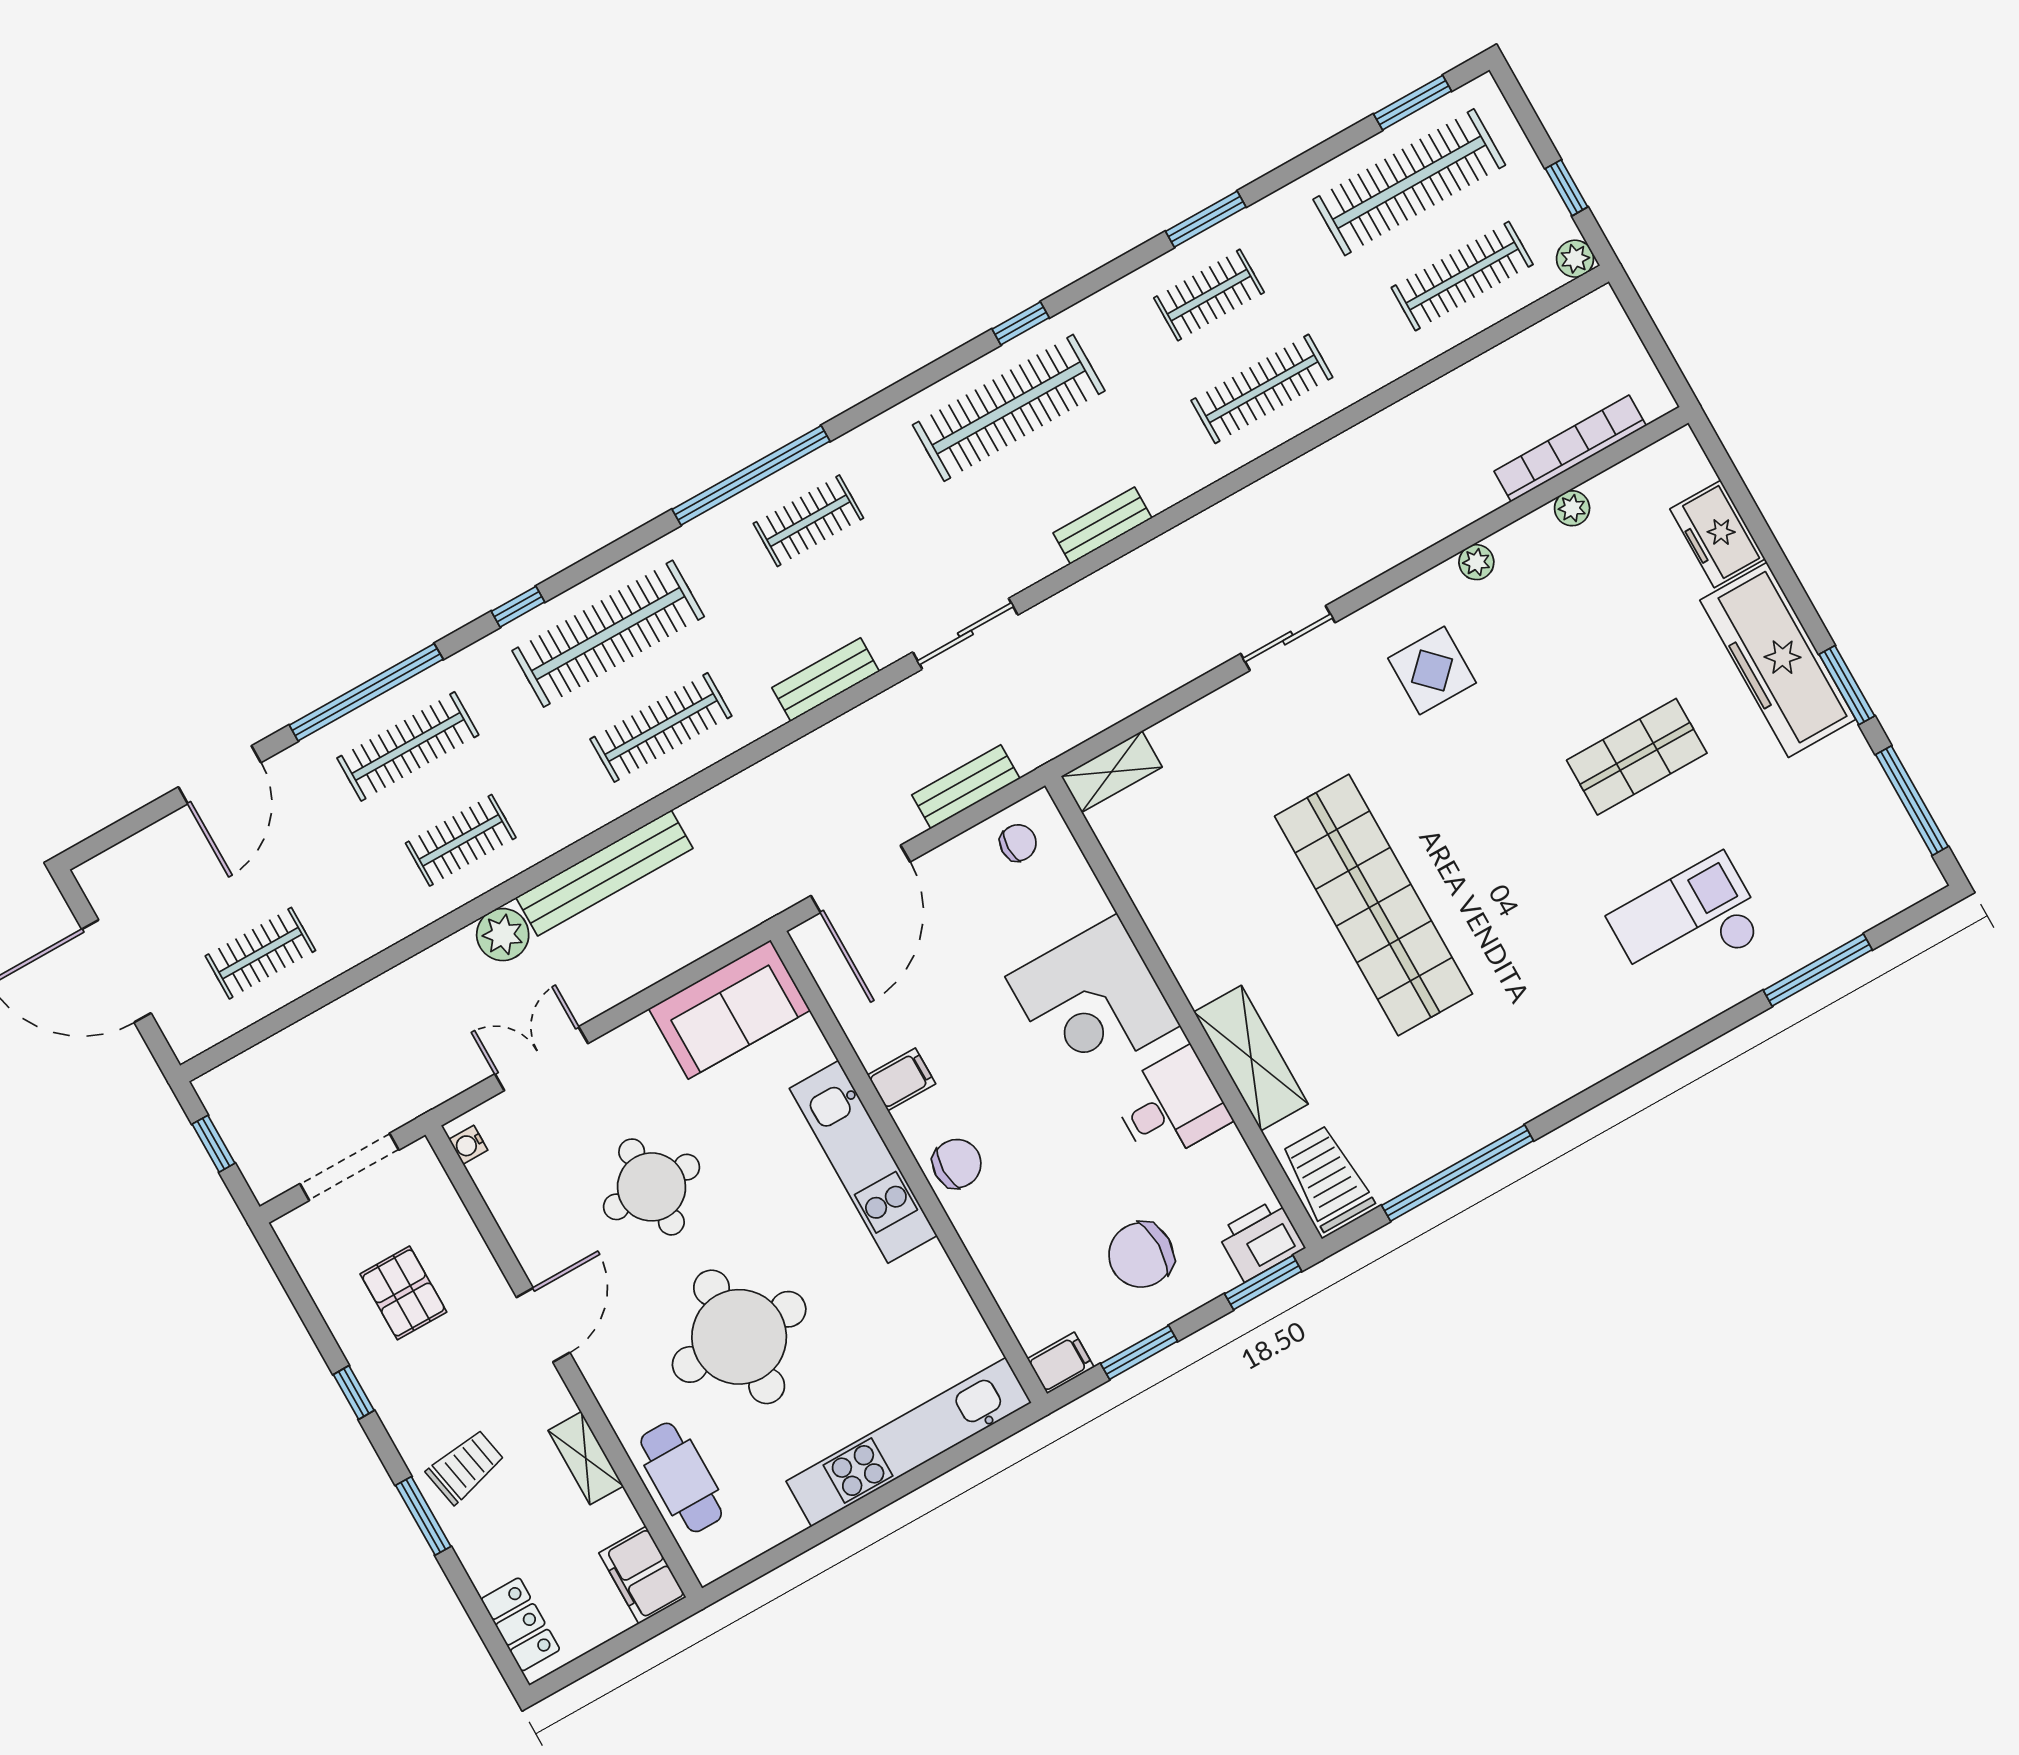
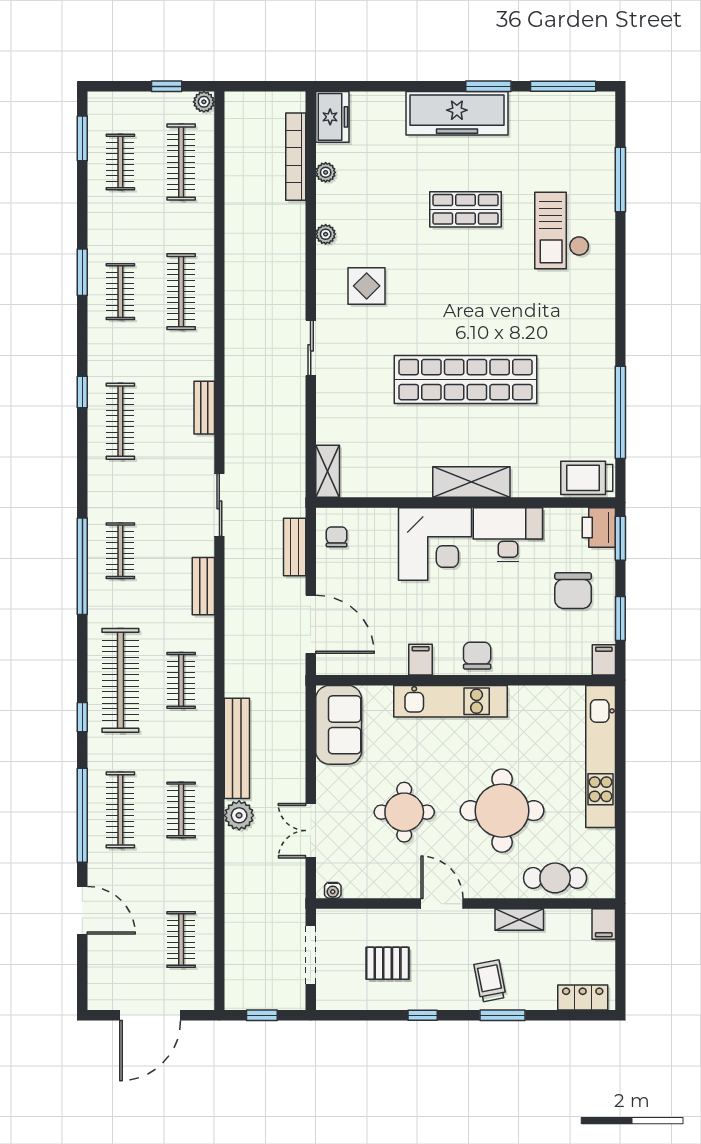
clothes rail: (1409, 182) -> (120, 162), width x0.54, depth x0.76
clothes rail: (1009, 408) -> (120, 421), width x0.73, depth x0.76
freezer: (1718, 534) -> (332, 117), moved, turned -90
clothes rail: (661, 727) -> (181, 680), width x0.73
shop shelf: (1637, 757) -> (466, 209), turned 90
shelving: (1251, 1058) -> (471, 482), moved
desk: (1171, 1106) -> (508, 535), width x1.37
filing cabinet: (642, 1575) -> (604, 924), width x0.50

